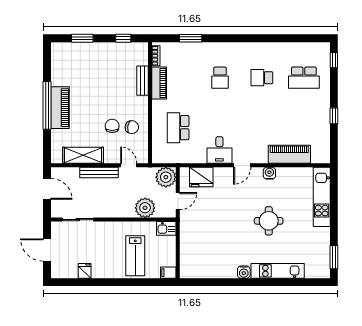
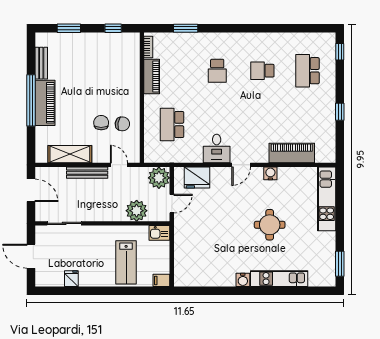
school desk: (304, 78) -> (308, 71), turned 90
bench: (142, 81) -> (41, 63), moved

